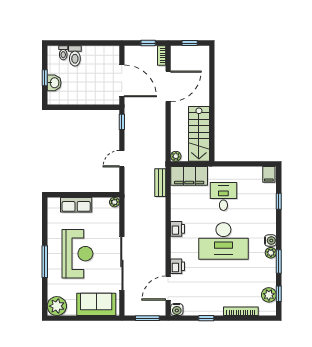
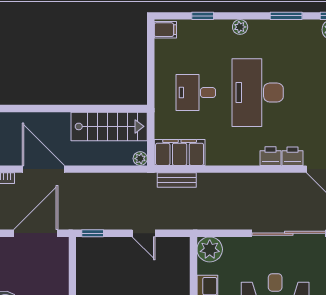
filing cabinet: (189, 176) -> (180, 152), moved, turned -90
plant: (114, 202) -> (210, 249), width x1.88, depth x1.88
printer: (178, 229) -> (270, 156), moved
desk: (223, 241) -> (258, 93), turned 180
water cooler: (270, 241) -> (257, 27), removed
plant: (271, 253) -> (240, 27), moved

